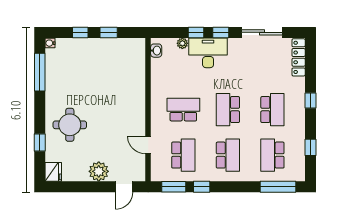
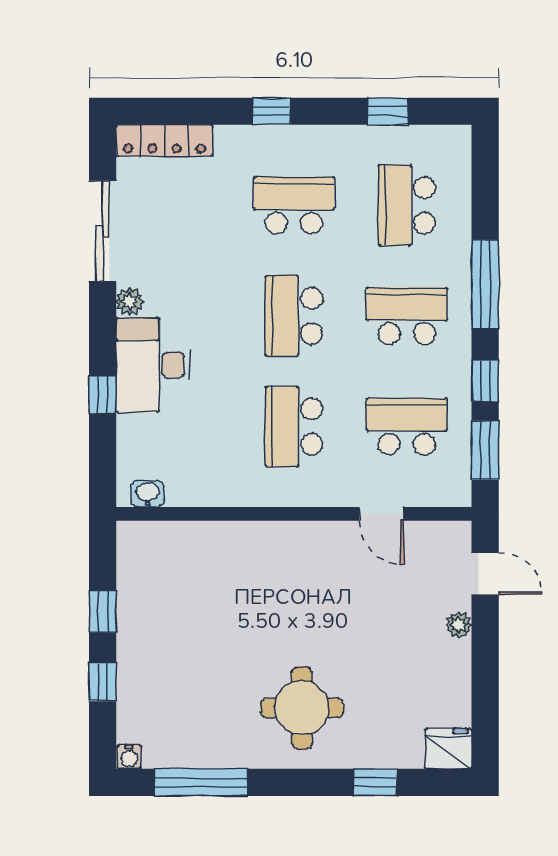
window: (221, 32) -> (103, 334), removed
plant: (182, 43) -> (130, 302), moved
school desk: (228, 110) -> (294, 316), turned 90
round table: (70, 125) -> (302, 708), moved
door: (148, 145) -> (381, 514), hinge flipped
school desk: (272, 155) -> (407, 205), turned 90
plant: (99, 171) -> (459, 625), width x0.53, depth x0.53
window: (278, 187) -> (485, 284), moved

